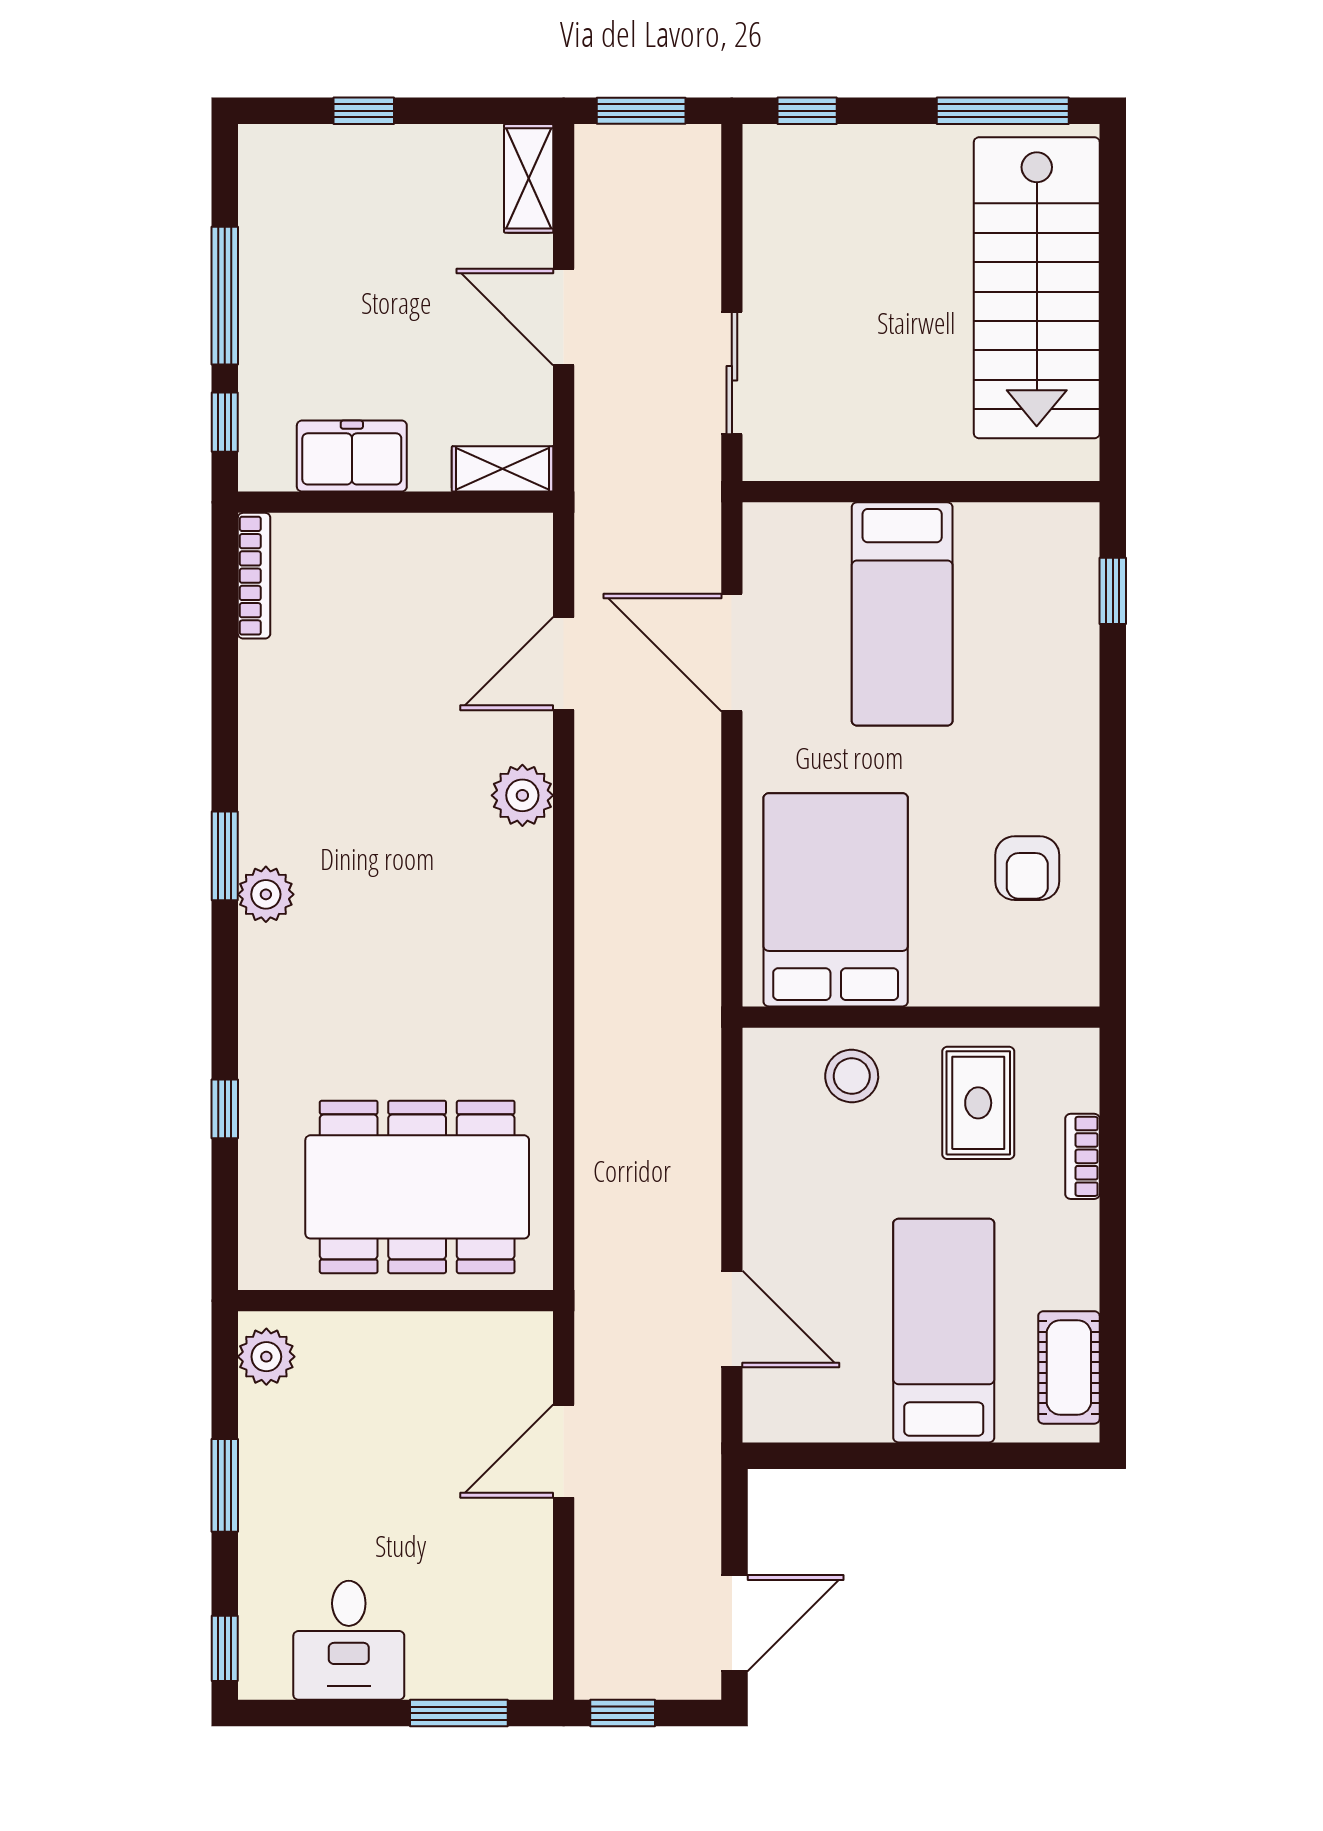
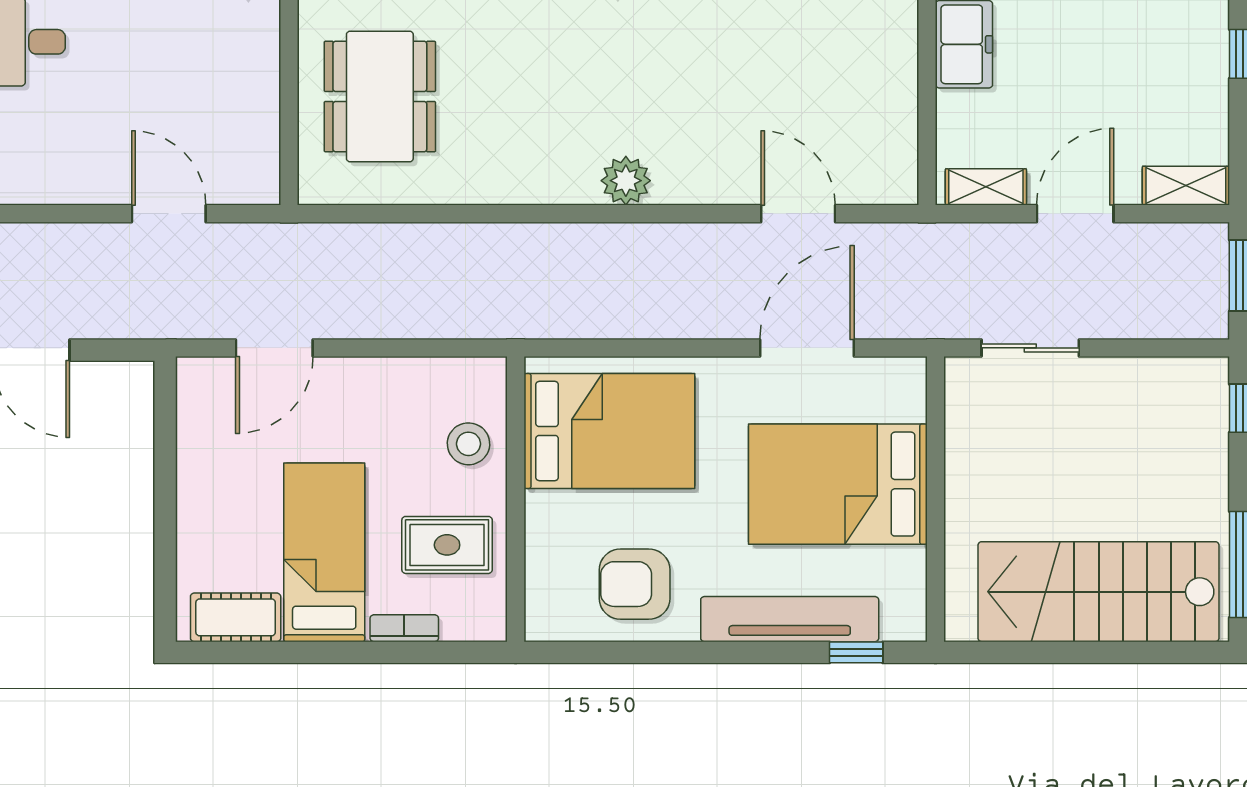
shelving: (502, 469) -> (986, 187), moved, turned 90
bed: (902, 614) -> (838, 484), width x1.50
tv unit: (1071, 674) -> (790, 619), added
plant: (522, 795) -> (626, 181), moved
armchair: (1027, 868) -> (635, 584), width x1.38, depth x1.38
dining table: (417, 1187) -> (380, 97), width x0.73, depth x0.80
bed: (944, 1331) -> (324, 552), moved, turned -90

